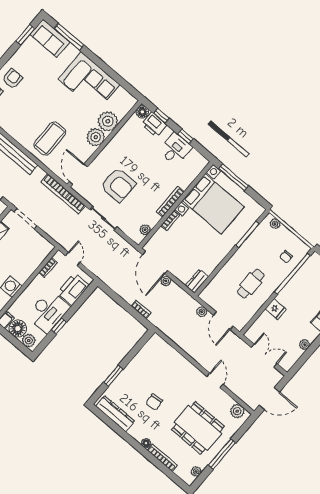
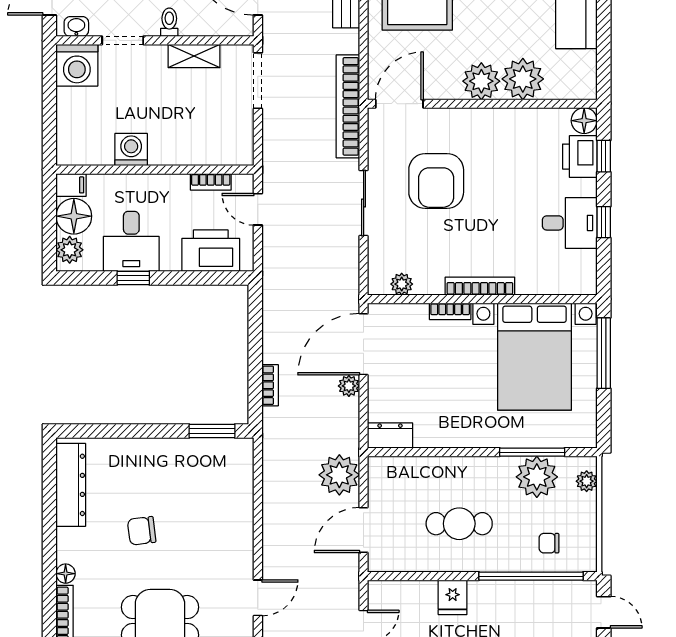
plant: (258, 241) -> (537, 477), added
door: (73, 259) -> (258, 209), swing flipped
desk: (48, 312) -> (131, 241), width x0.73
plant: (202, 312) -> (339, 475), width x1.87, depth x1.87
window: (113, 376) -> (212, 431), moved

